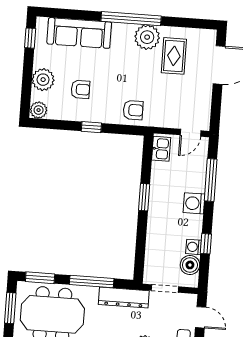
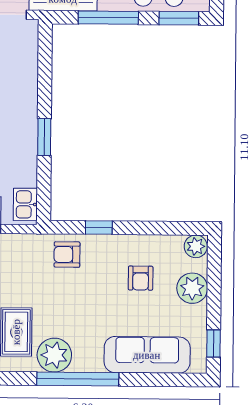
armchair: (80, 89) -> (141, 278), turned -90
window: (91, 127) -> (99, 228), moved

